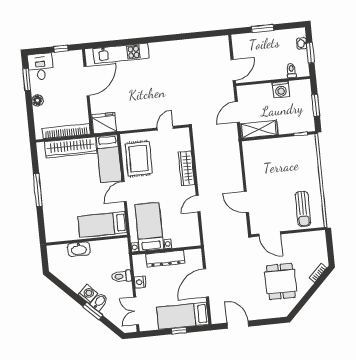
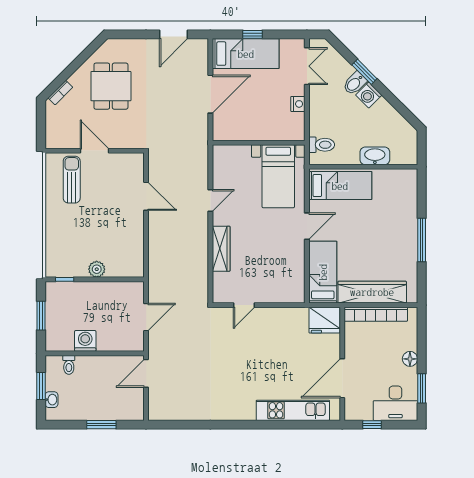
desk: (41, 67) -> (395, 403), width x1.37
shelving: (259, 129) -> (120, 291), removed
plant: (278, 144) -> (97, 269), added
rug: (139, 159) -> (283, 268), removed
door: (270, 234) -> (94, 151), moved
dresser: (165, 259) -> (261, 132), removed
toilet: (122, 276) -> (322, 145), moved
door: (238, 325) -> (174, 34), hinge flipped

